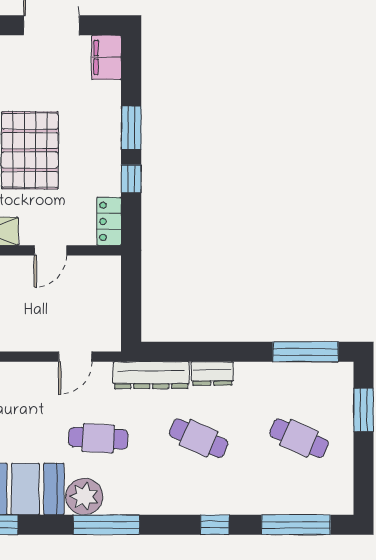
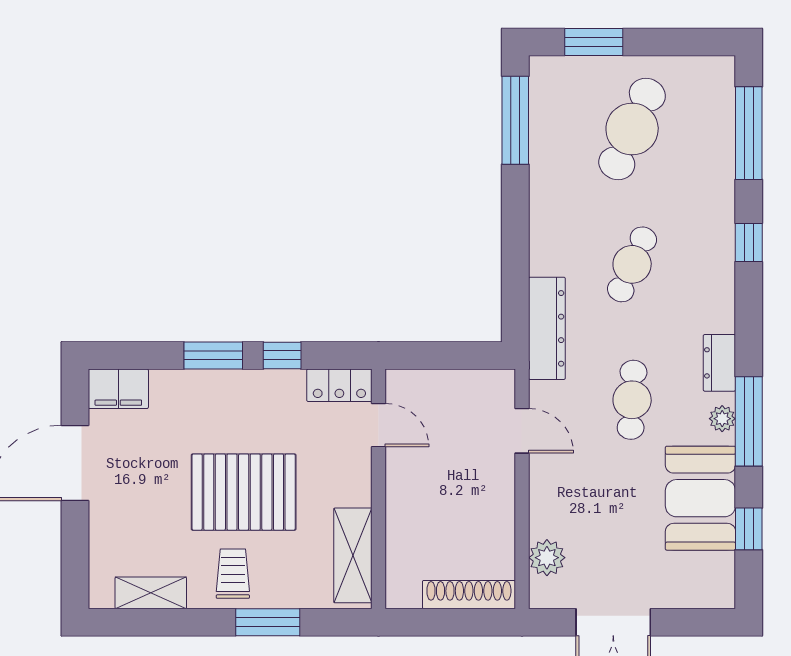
door: (50, 250) -> (379, 425), moved
dresser: (212, 373) -> (719, 363), moved, turned 180
cafe table: (299, 438) -> (632, 129), width x1.37, depth x1.35
plant: (84, 497) -> (722, 419), width x0.53, depth x0.53
window: (106, 525) -> (749, 421), moved

